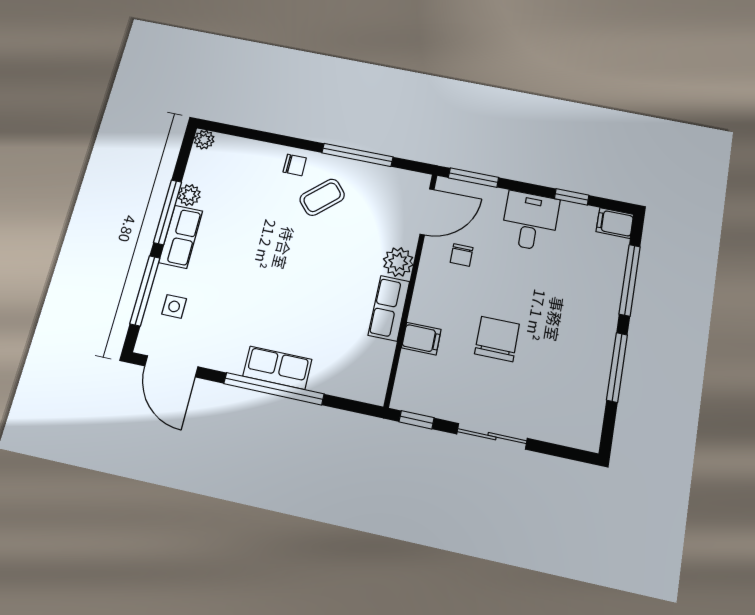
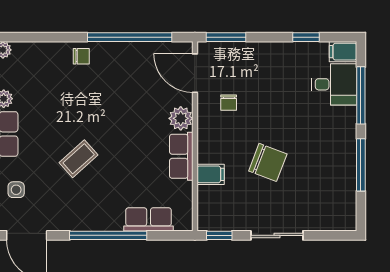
window: (357, 155) -> (130, 37), width x1.46
coffee table: (322, 197) -> (79, 159), moved
door: (427, 212) -> (195, 73), swing flipped
desk: (530, 221) -> (334, 84), moved, turned 90
chair: (497, 339) -> (268, 162), turned 111
row of seats: (277, 368) -> (149, 219), moved

